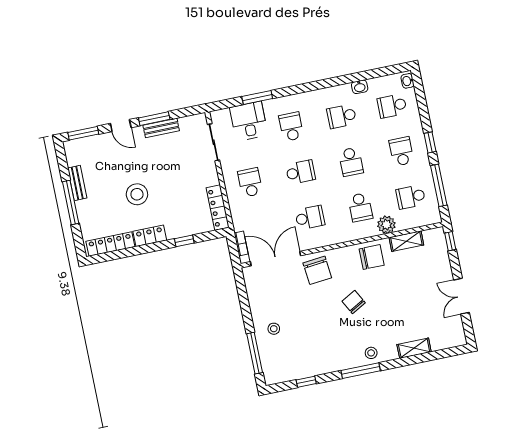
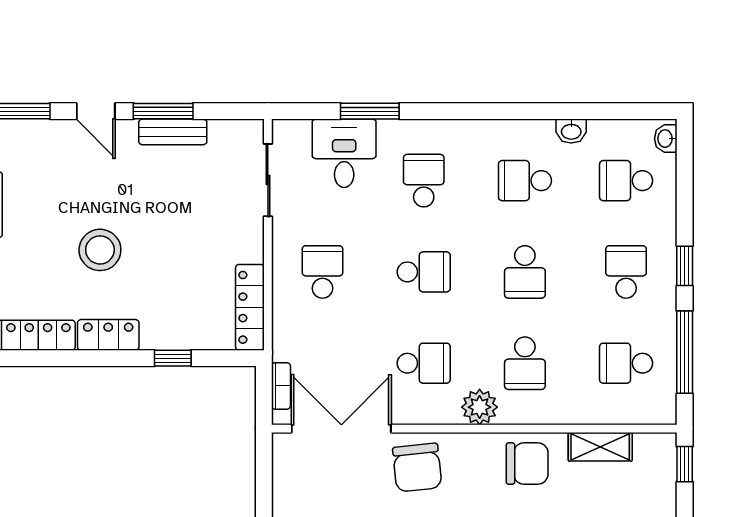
plant: (386, 225) -> (480, 407), moved

